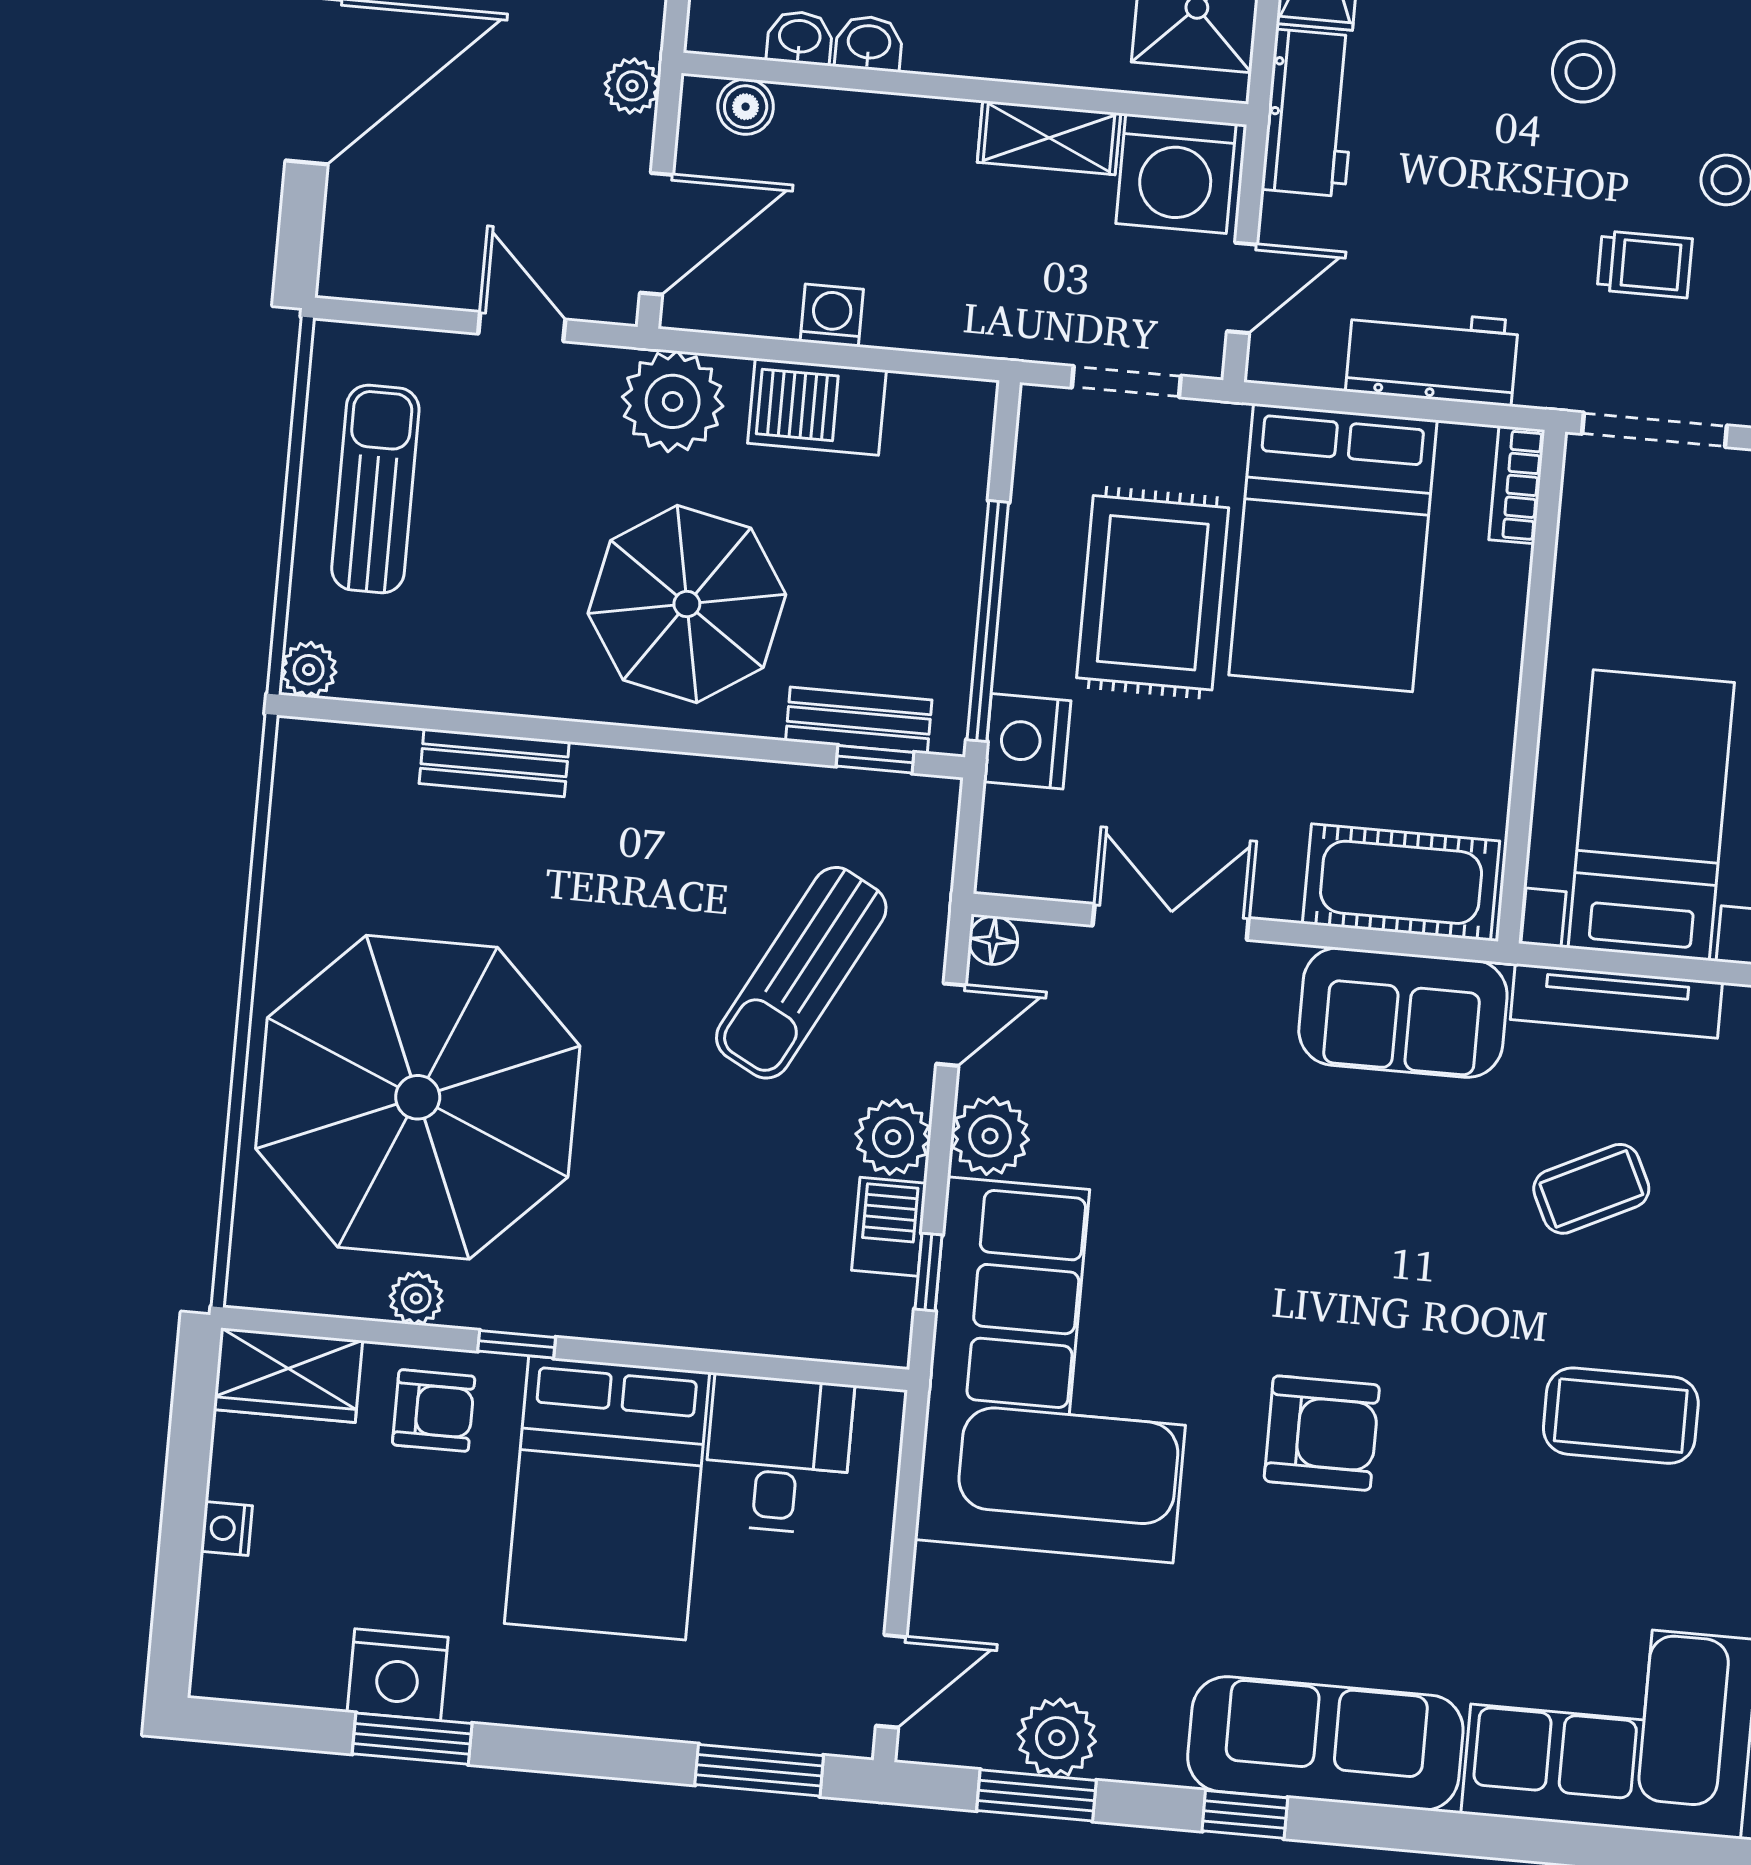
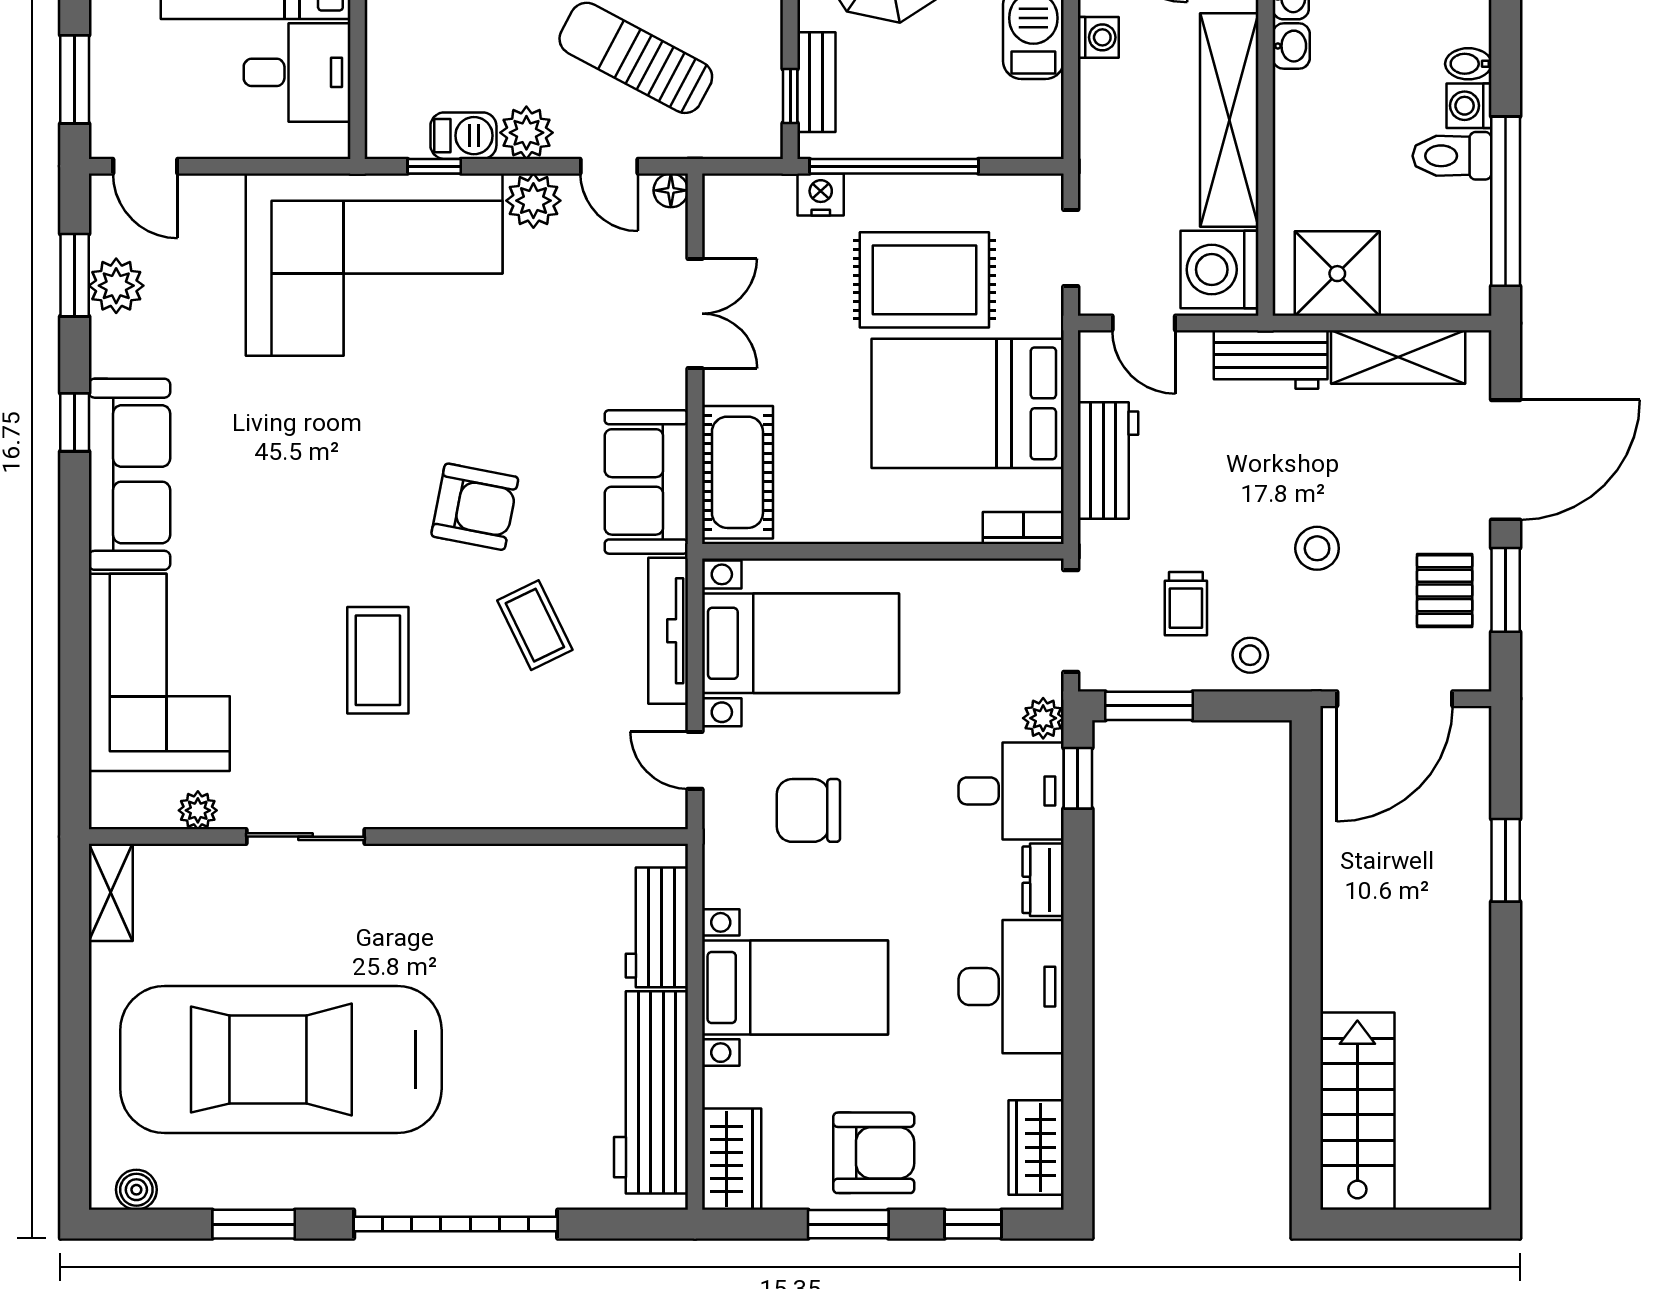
shelving: (1049, 138) -> (1229, 120), width x2.20, depth x1.33
nightstand: (1027, 741) -> (821, 194), width x0.74, depth x0.75
armchair: (1322, 1433) -> (475, 507), moved, turned -79

